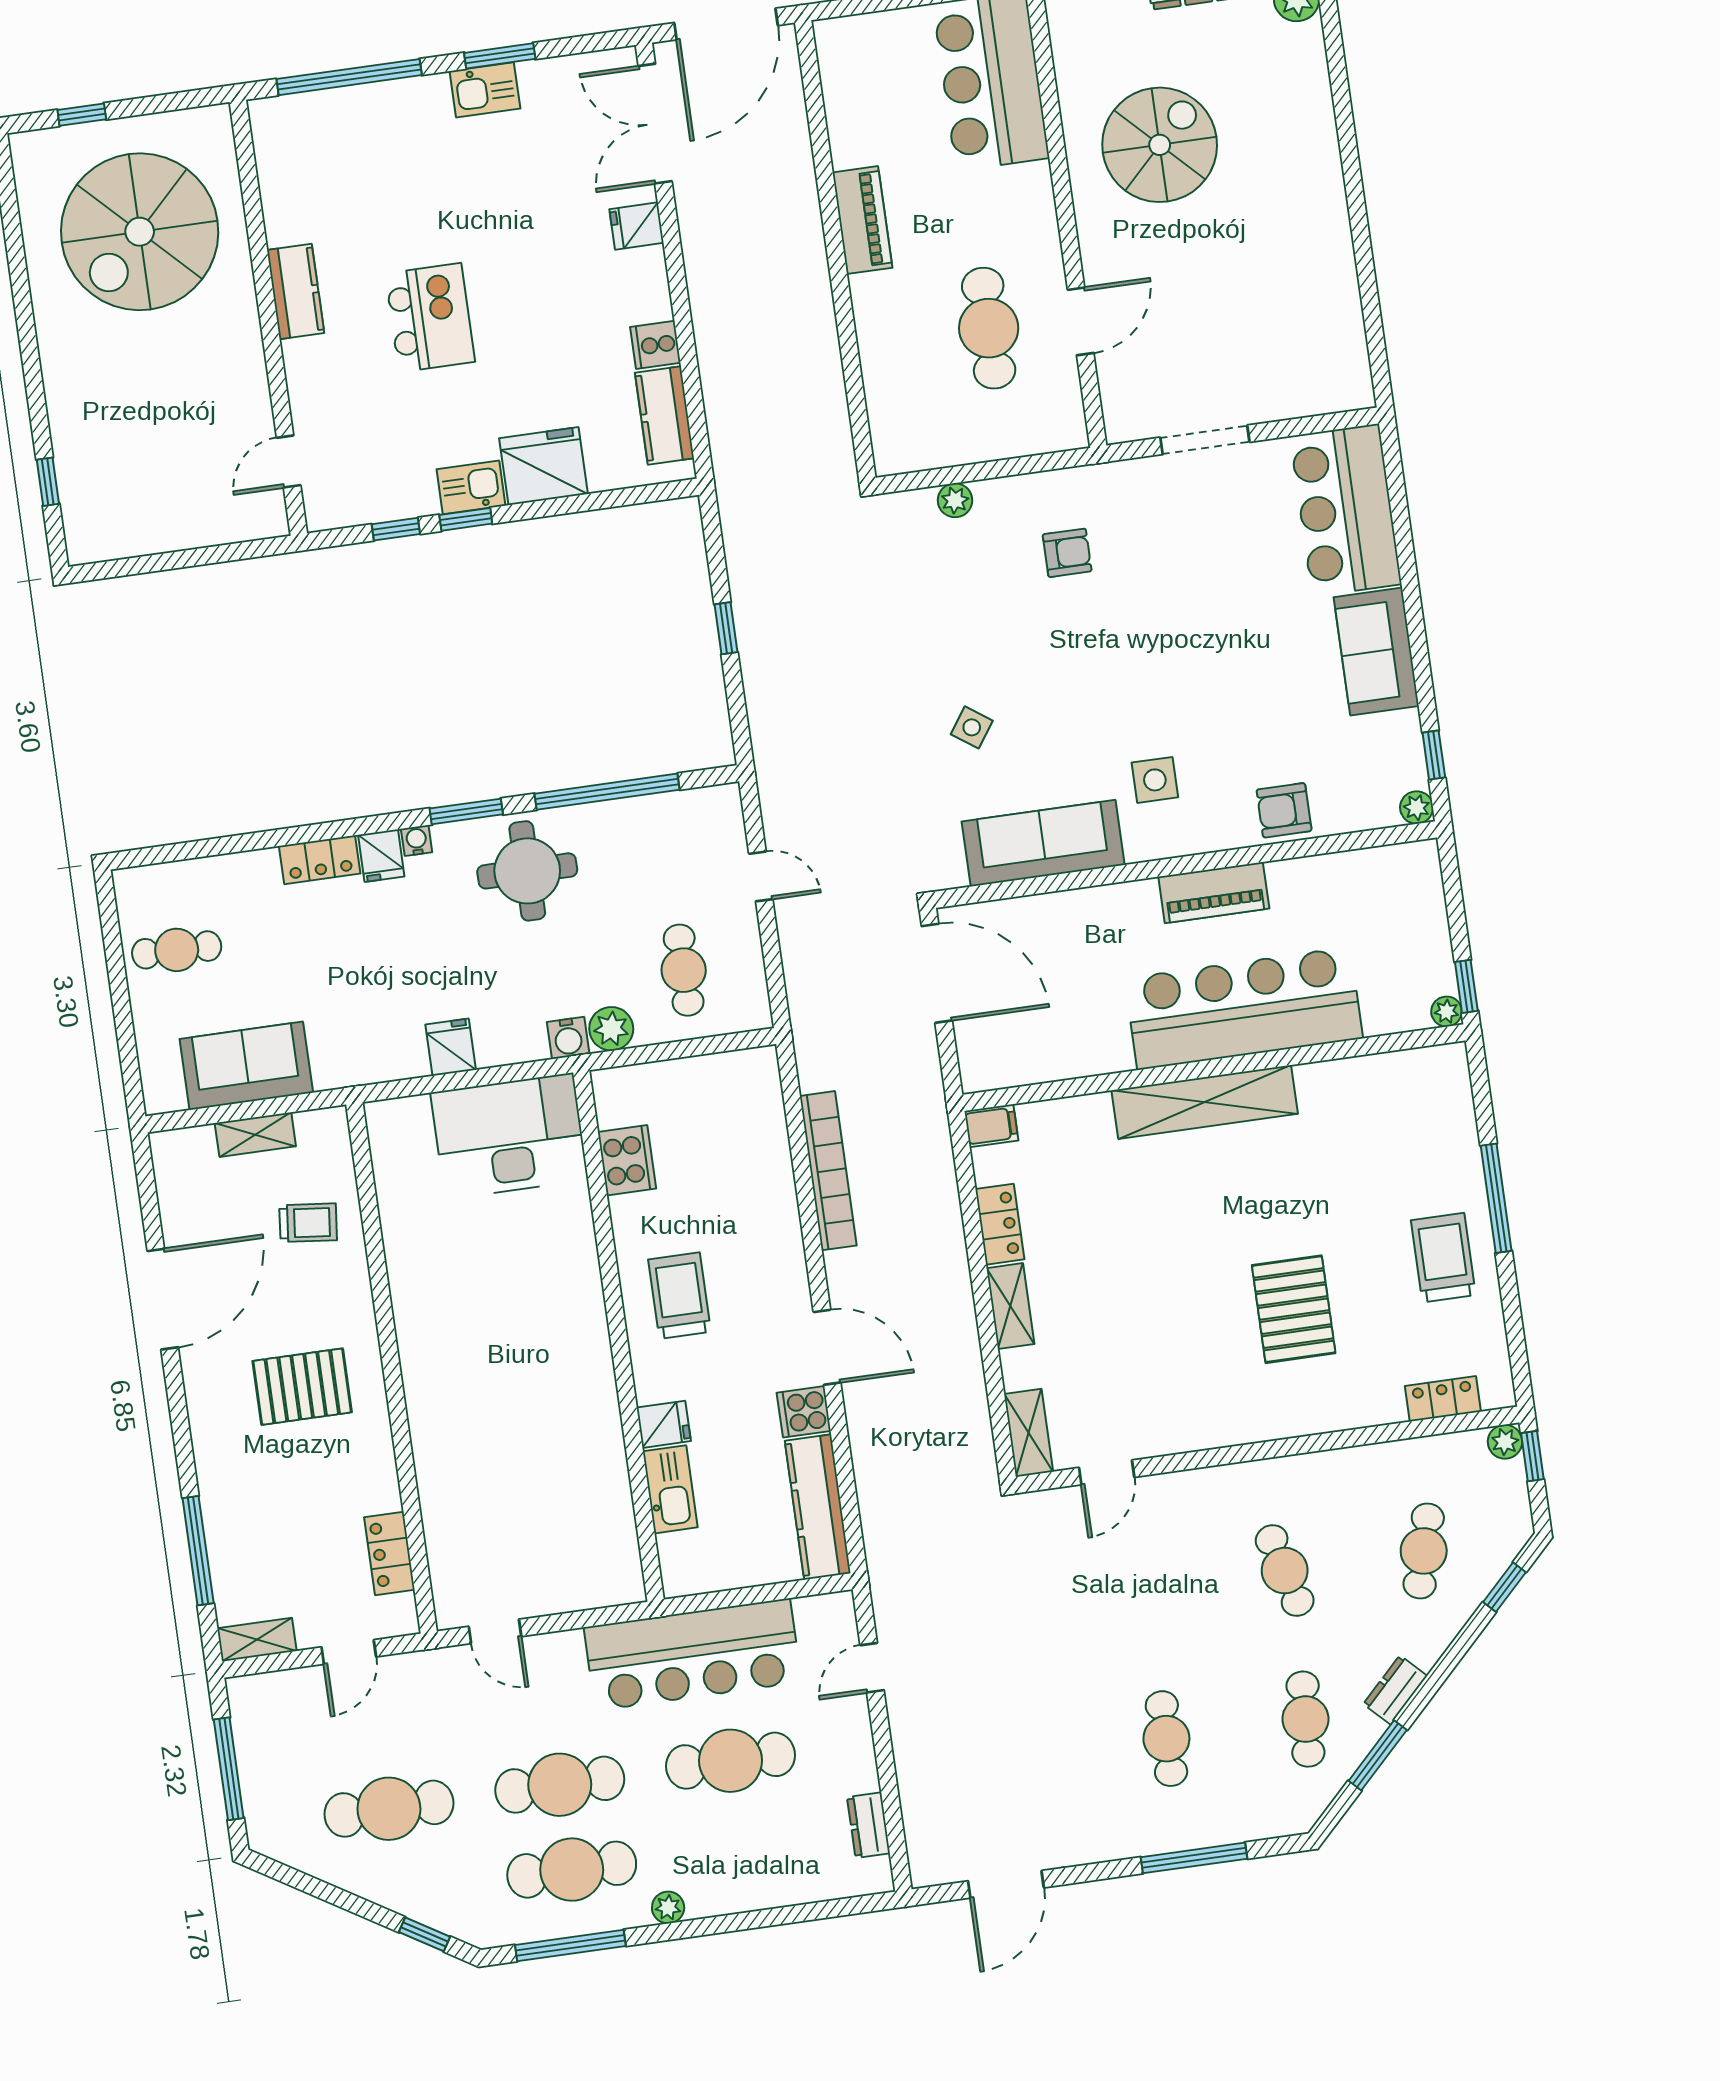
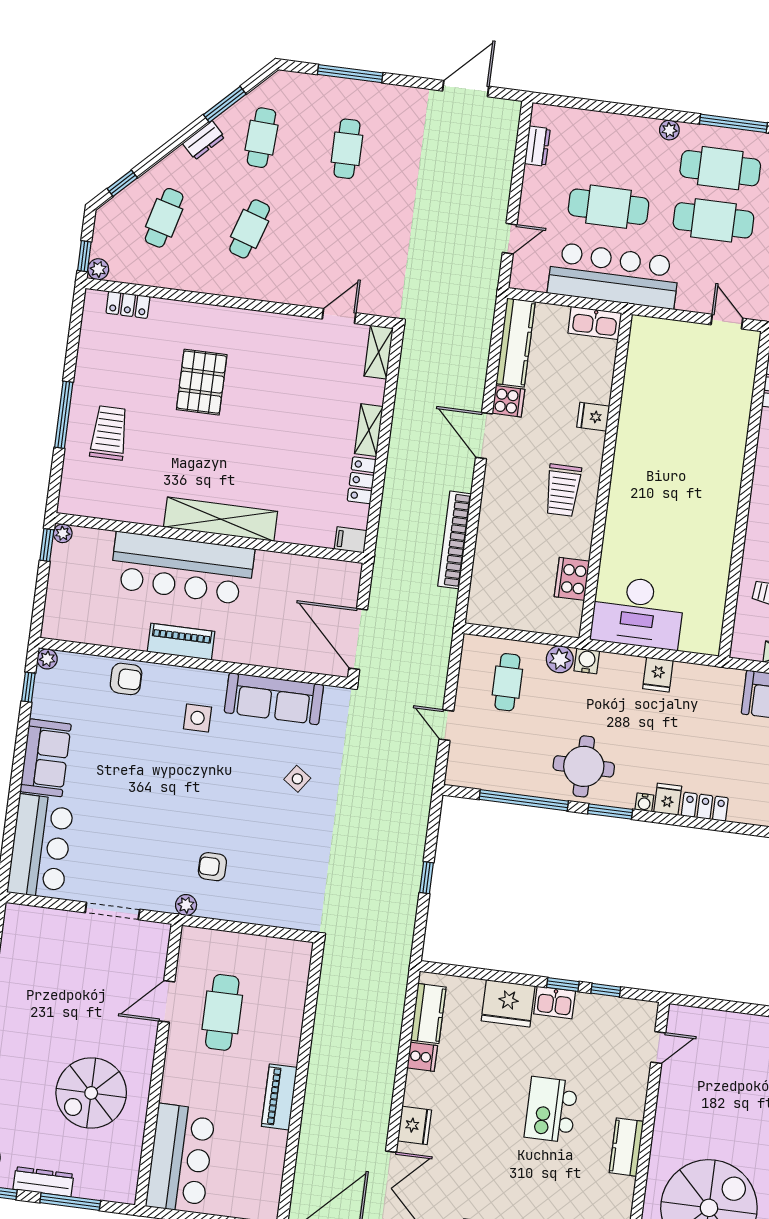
fridge: (637, 226) -> (415, 1125), width x1.38
plant: (955, 500) -> (186, 905), moved
trolley: (1443, 1258) -> (109, 433), moved, turned 180
kitchen sink: (670, 1489) -> (595, 323), moved, turned -90
cafe table: (1285, 1571) -> (250, 229), turned 33

